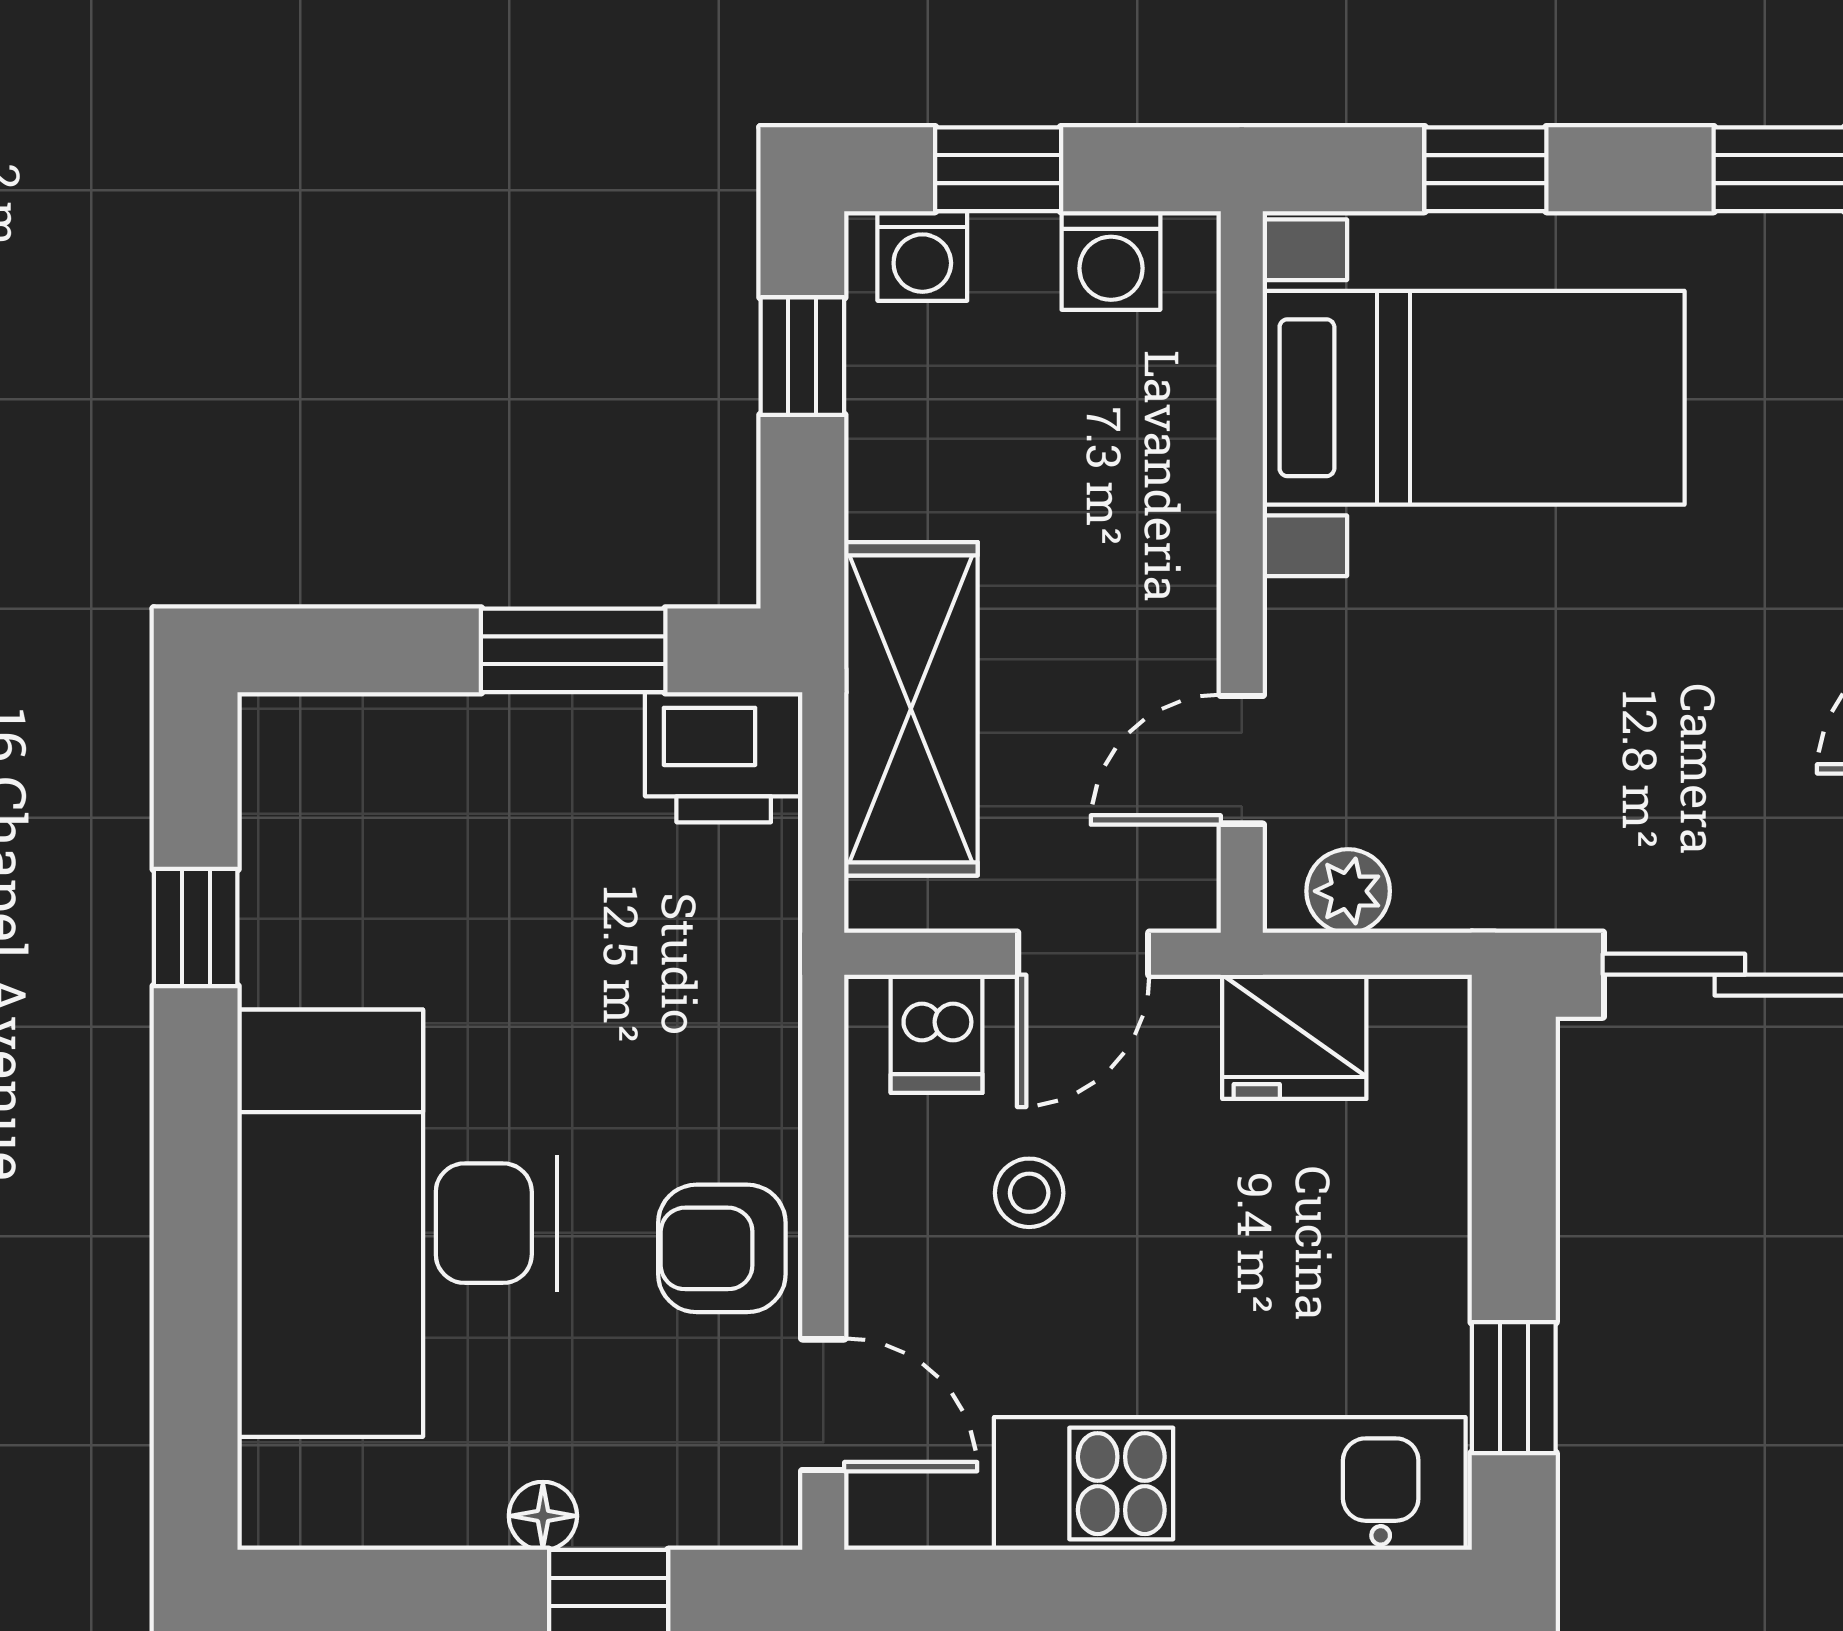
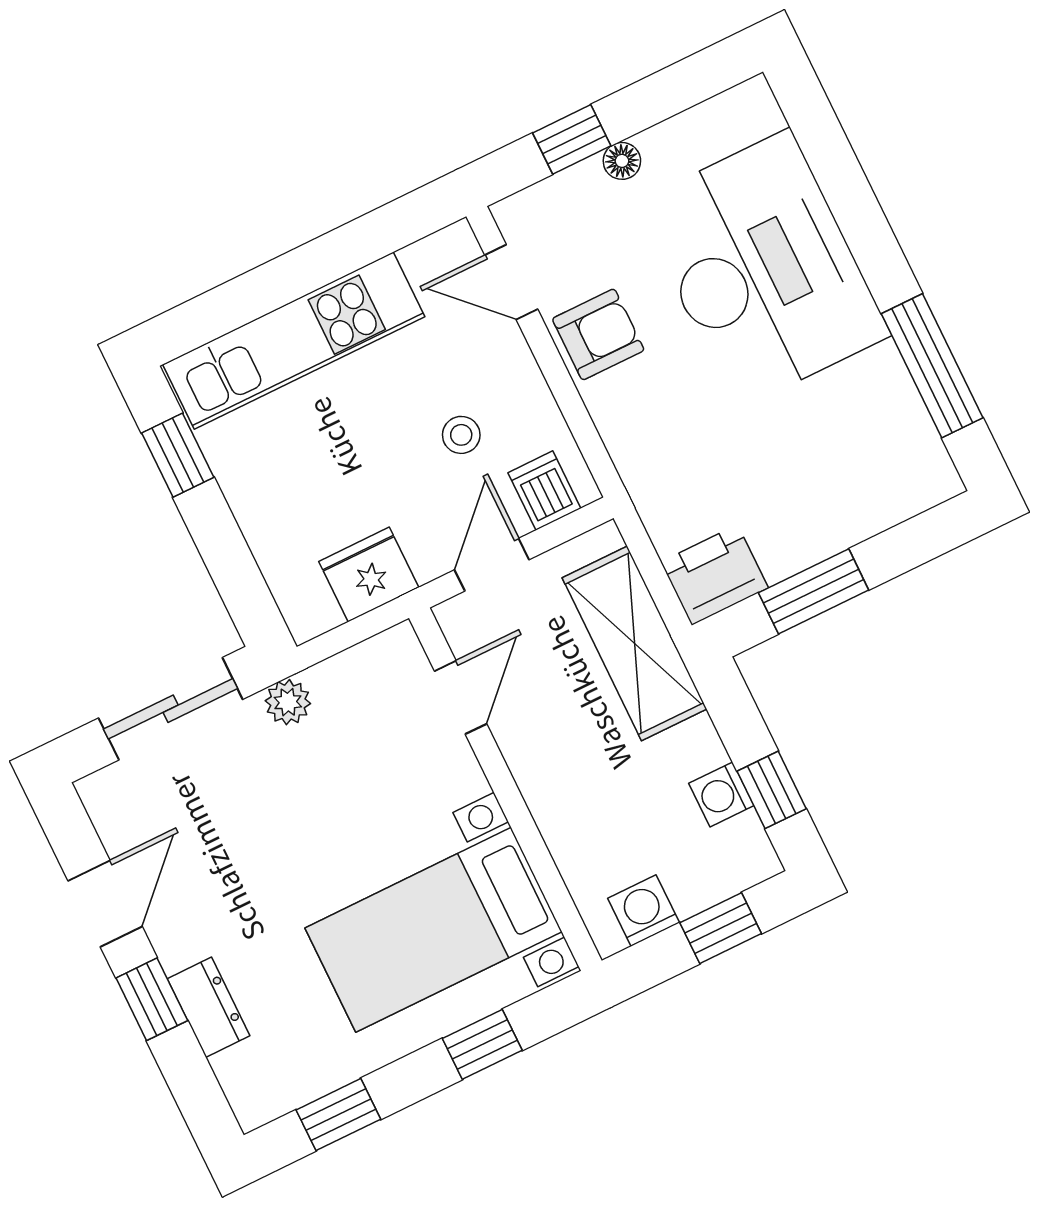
washing machine: (922, 256) -> (721, 794), moved, turned -90
plant: (1348, 891) -> (288, 702), moved
window: (196, 928) -> (932, 366), width x2.17

